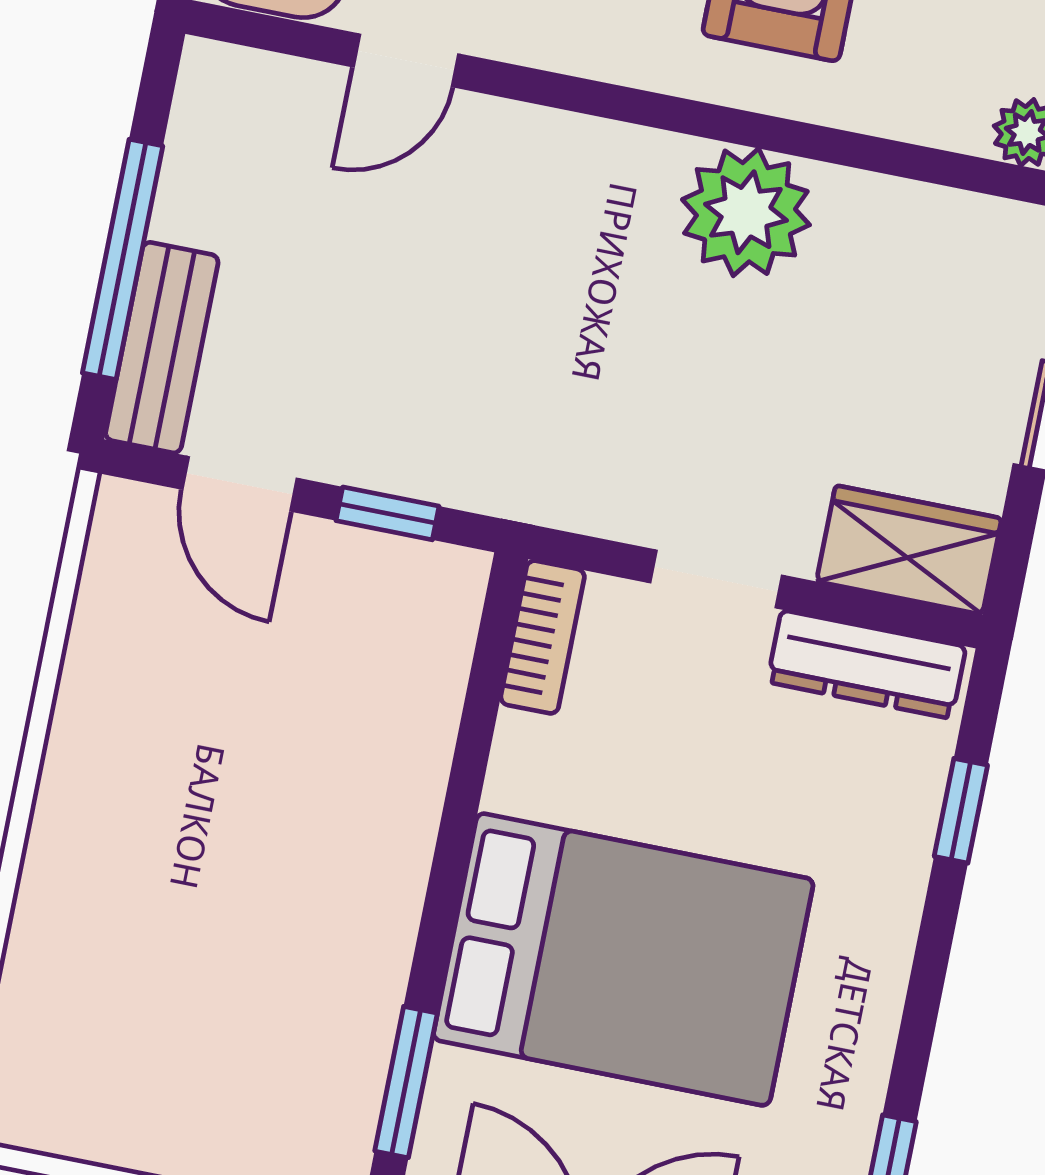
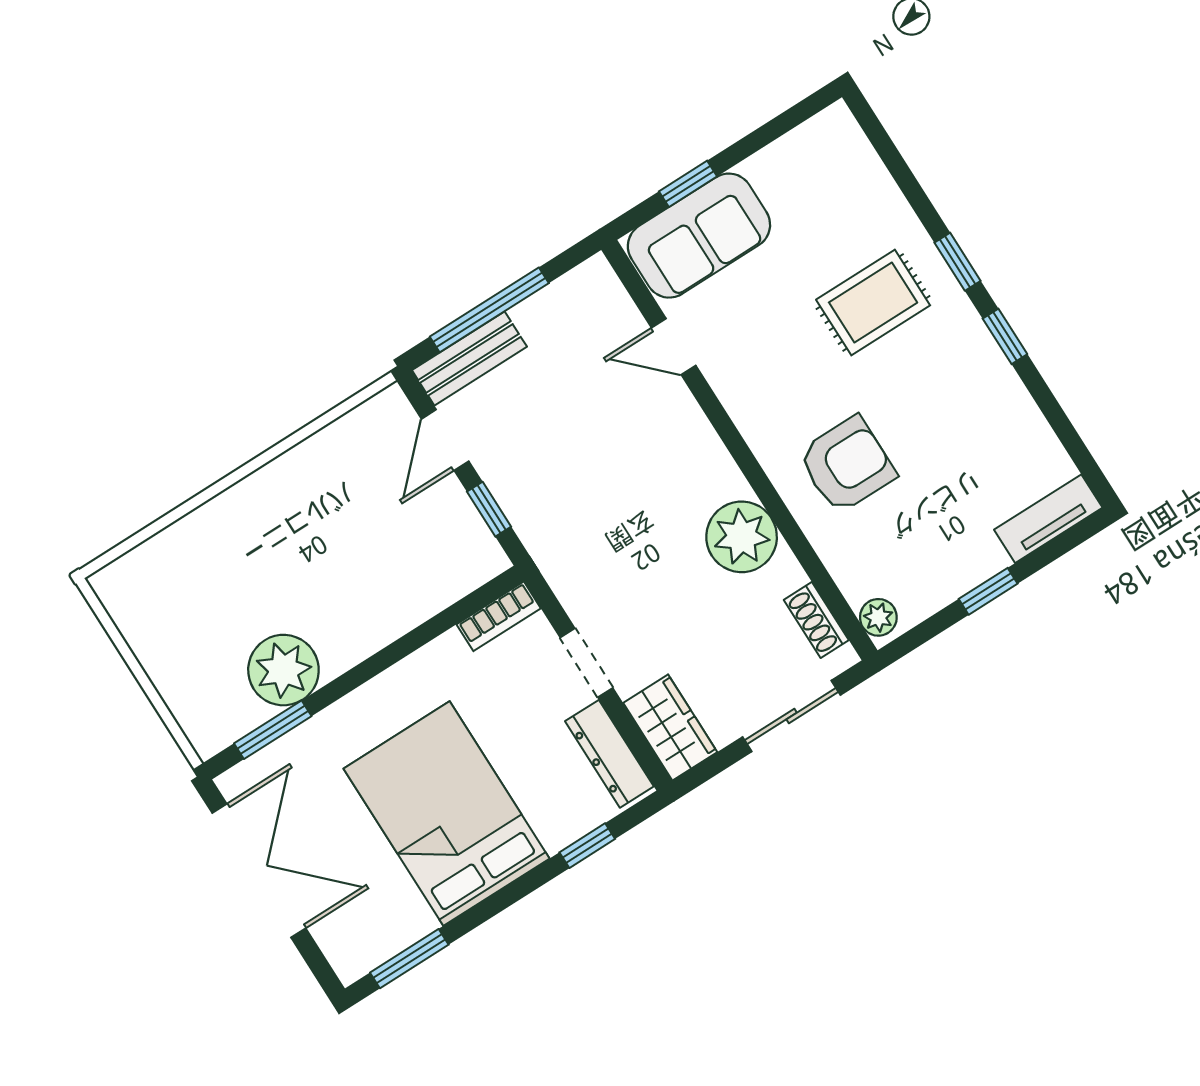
shoe rack: (952, 219) -> (816, 620), added
bed: (623, 959) -> (446, 814), moved, turned 180
plant: (340, 992) -> (283, 670), added

